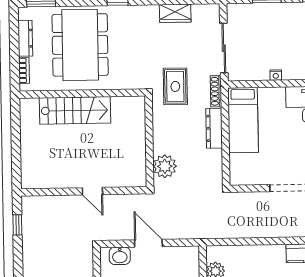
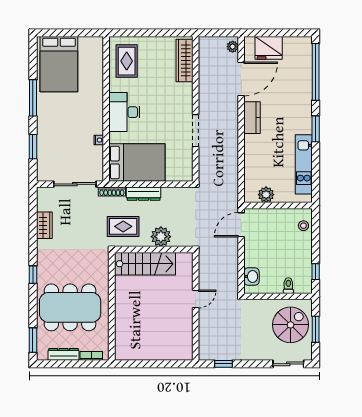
rug: (175, 86) -> (123, 226), moved
stairs: (75, 110) -> (145, 264), moved, turned 90
bed: (243, 120) -> (137, 162), width x1.50
plant: (165, 166) -> (161, 237), moved
door: (148, 243) -> (241, 225), moved

